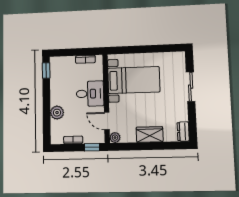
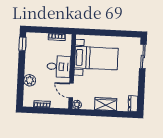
sliding door: (191, 87) -> (143, 56), moved
window: (92, 147) -> (57, 111), removed

